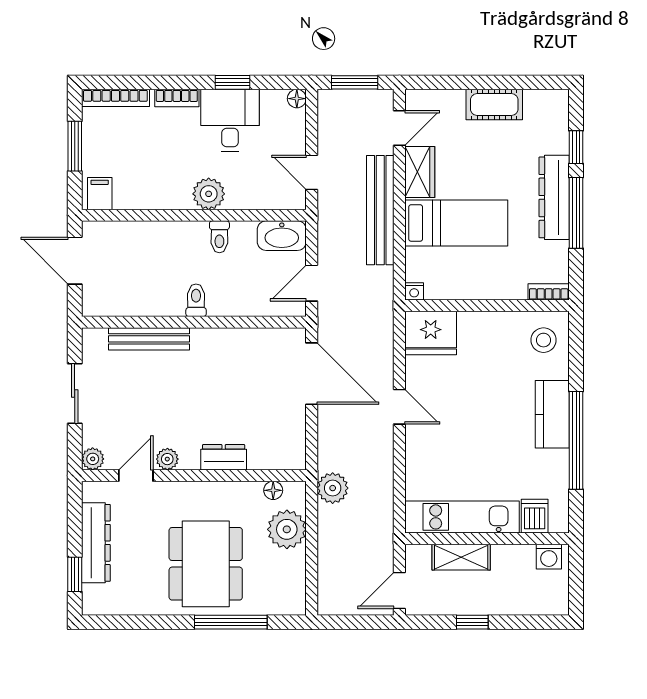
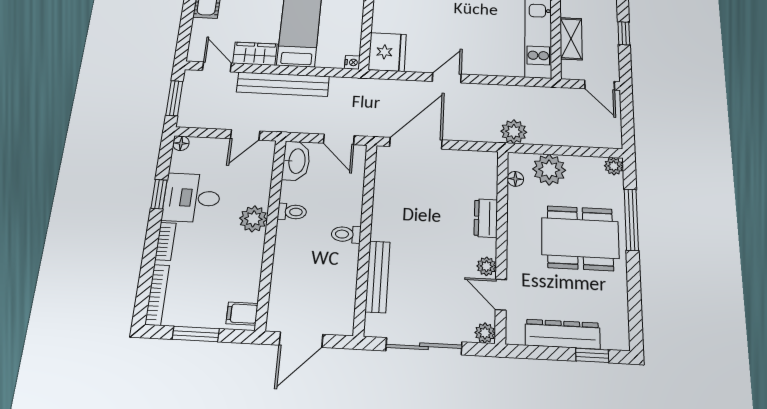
sliding door: (75, 394) -> (424, 346), width x1.37
plant: (295, 604) -> (614, 166), added

